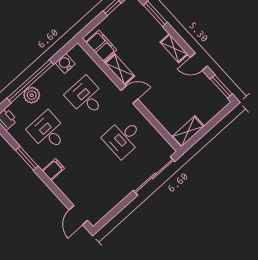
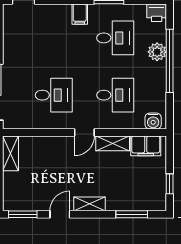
water cooler: (65, 63) -> (153, 121), moved, turned 90
desk: (123, 138) -> (54, 95), turned 90

